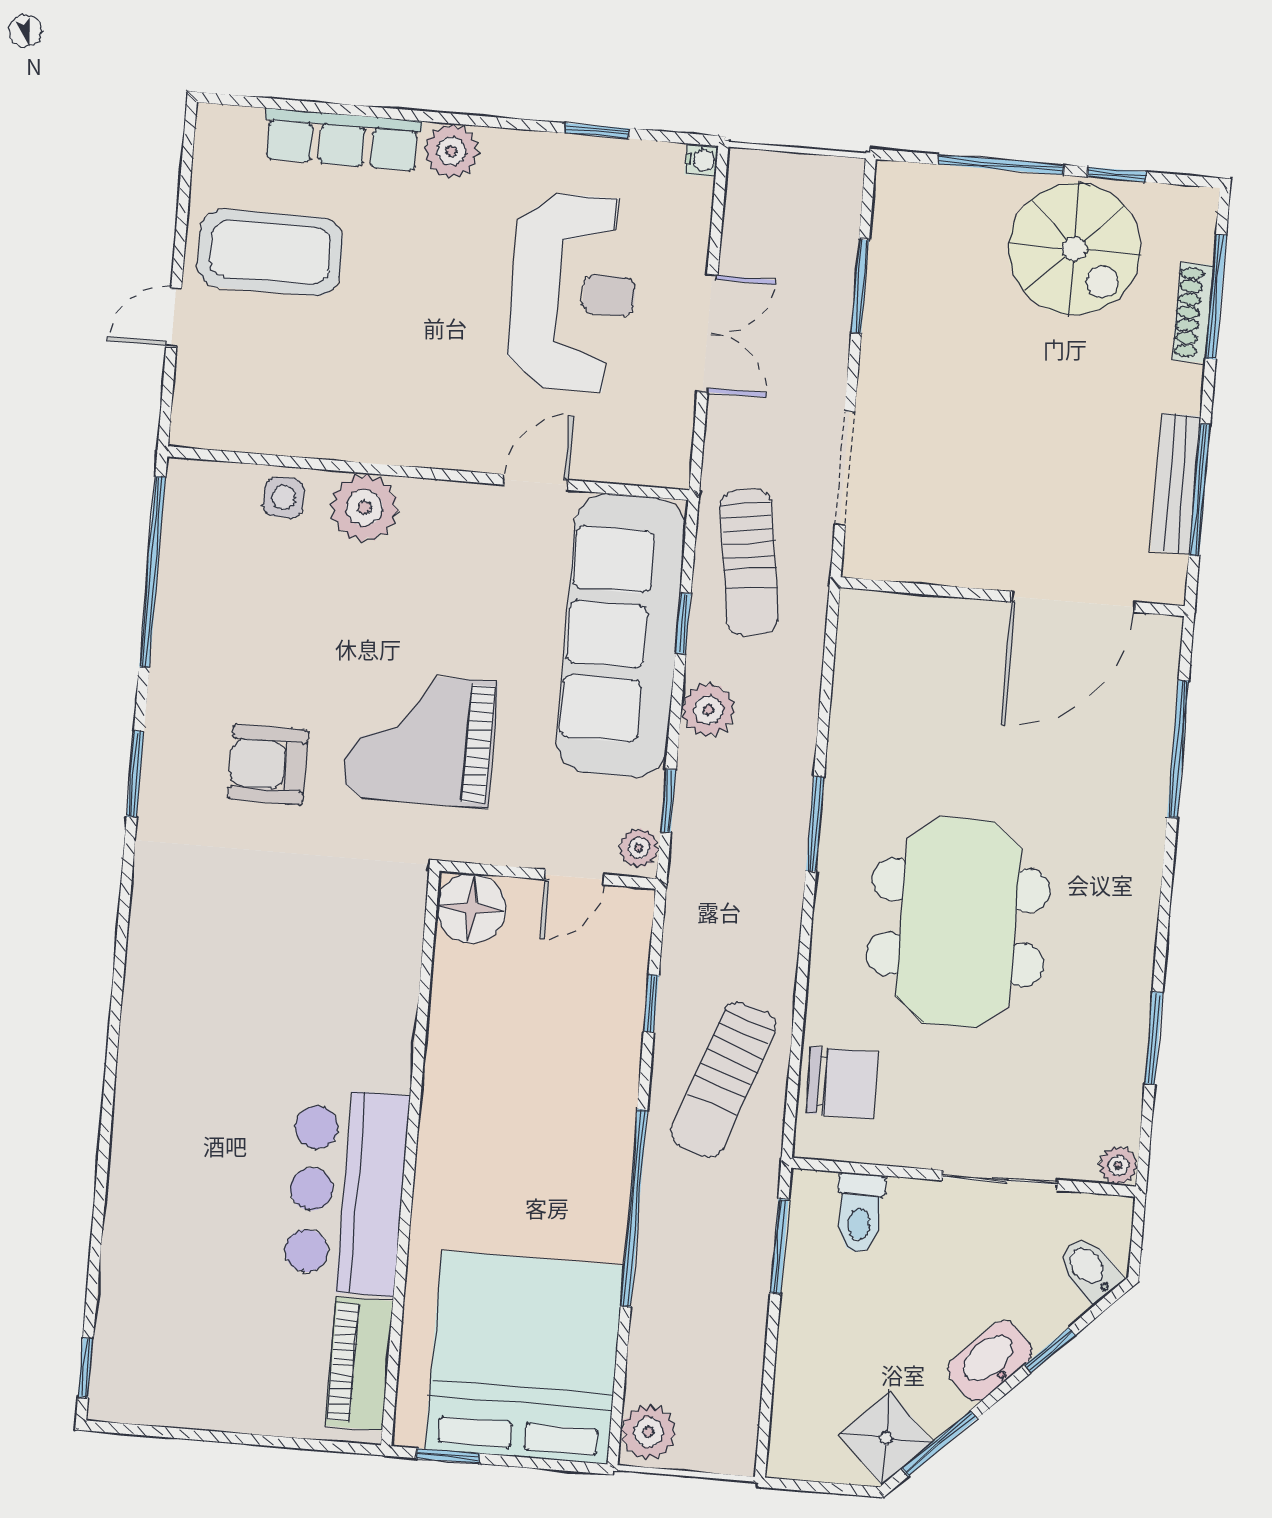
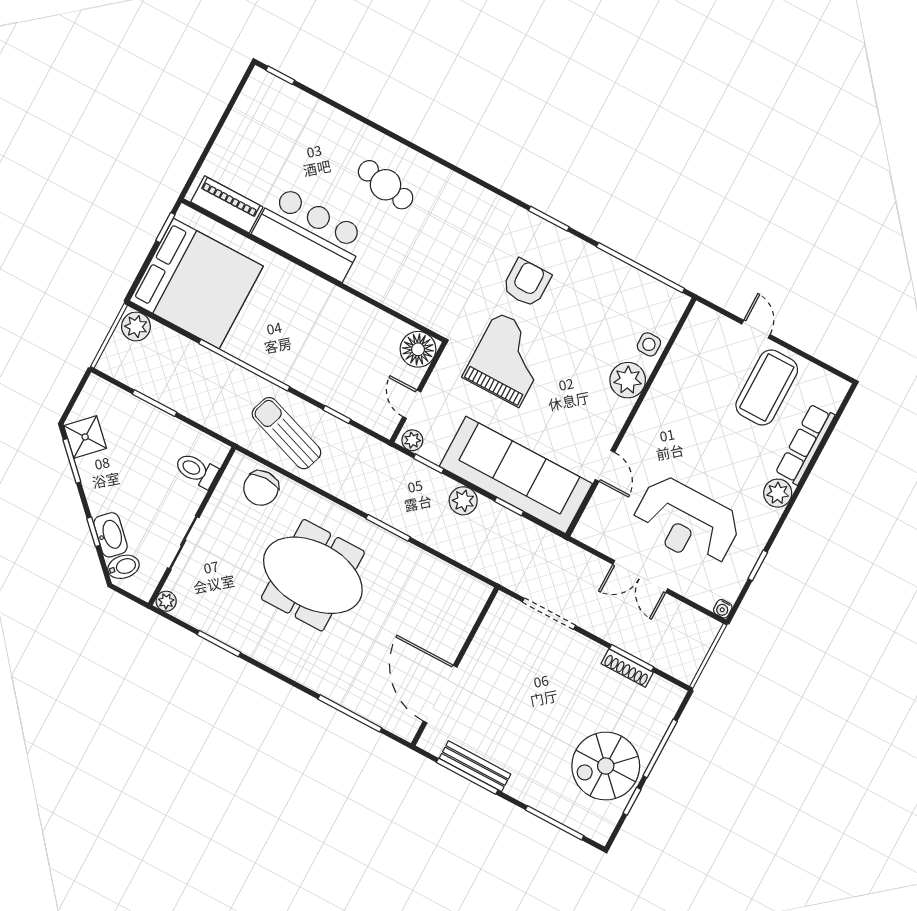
shoe rack: (1193, 313) -> (627, 668), moved, turned 180
sun lounger: (749, 562) -> (524, 550), removed
cafe table: (201, 1094) -> (386, 185), added
window: (779, 1246) -> (155, 403), moved
washbasin: (990, 1361) -> (111, 535), moved

